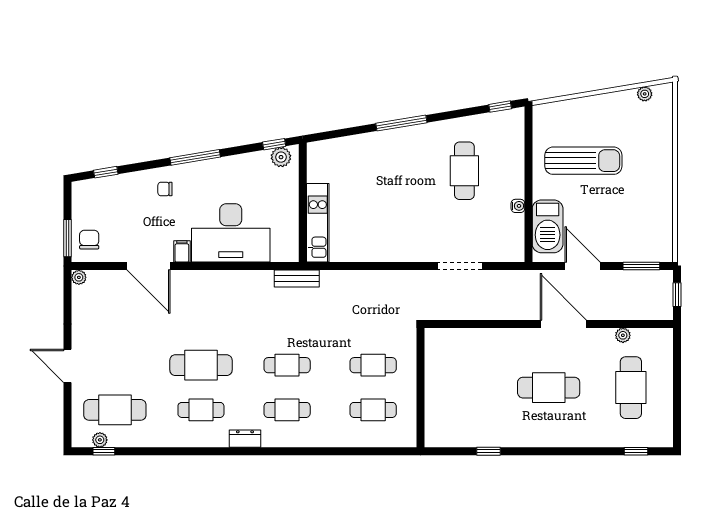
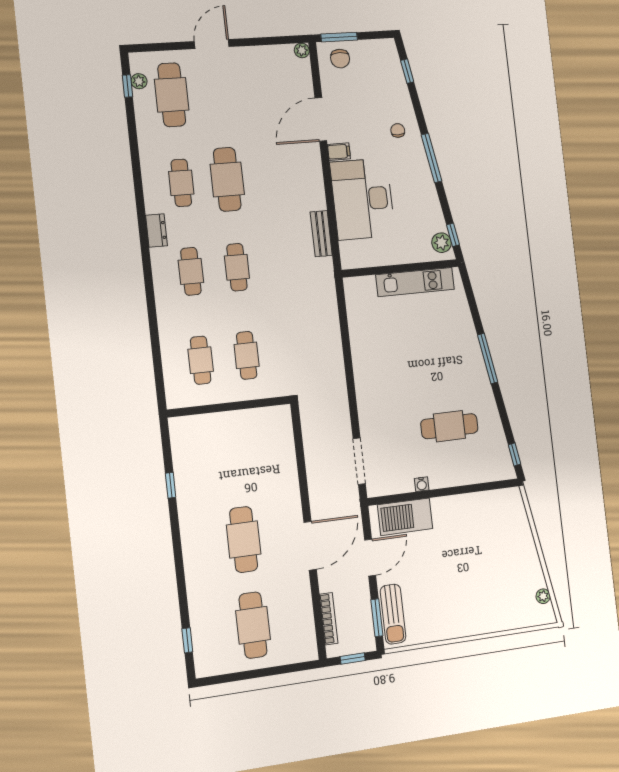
sun lounger: (583, 161) -> (393, 614), moved, width x0.73, depth x0.75
kitchen unit: (318, 223) -> (415, 282), moved
chair: (89, 240) -> (340, 59), turned 90
doorway: (460, 266) -> (359, 461), moved
bench: (297, 278) -> (321, 234), moved
bookcase: (635, 314) -> (329, 619), added
plant: (623, 335) -> (305, 609), removed
cafe table: (631, 388) -> (253, 625), turned 90

